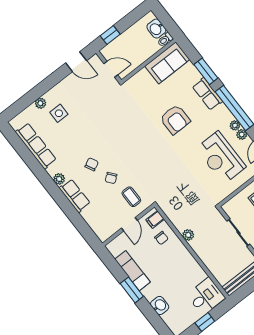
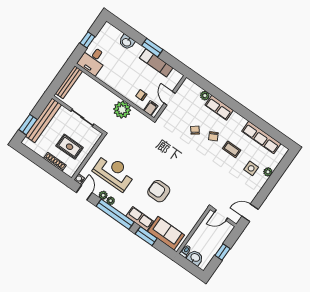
window: (110, 35) -> (222, 252), moved
sofa: (167, 63) -> (166, 233), moved, turned 90
plant: (59, 179) -> (205, 96), moved
coffee table: (131, 197) -> (232, 149), moved
plant: (188, 235) -> (122, 110), width x1.87, depth x1.87

